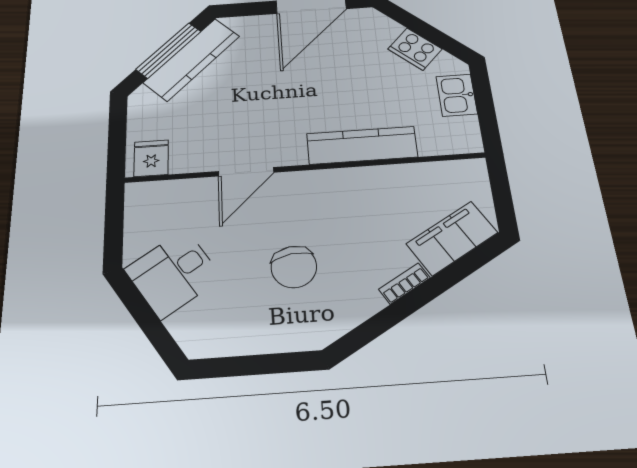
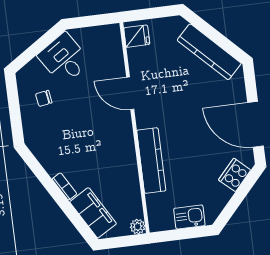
cooker: (415, 49) -> (235, 175), moved
window: (169, 50) -> (216, 36), removed
plant: (475, 170) -> (138, 227), added
chair: (294, 267) -> (44, 98), moved, width x0.54, depth x0.54

